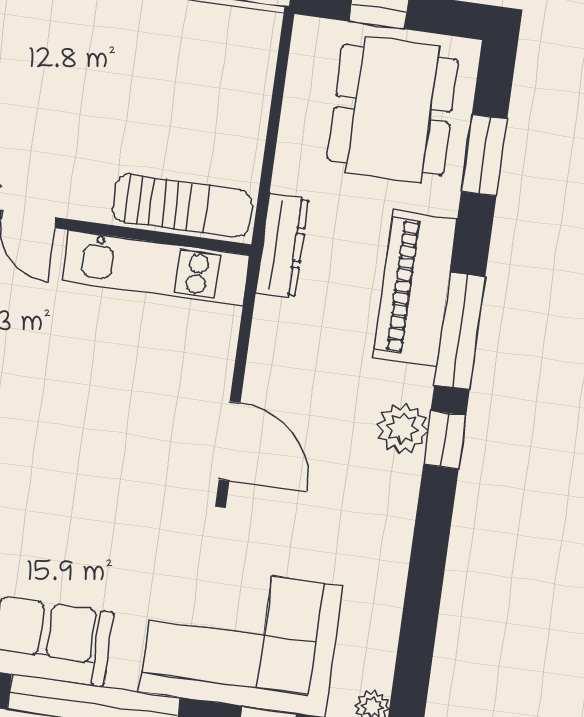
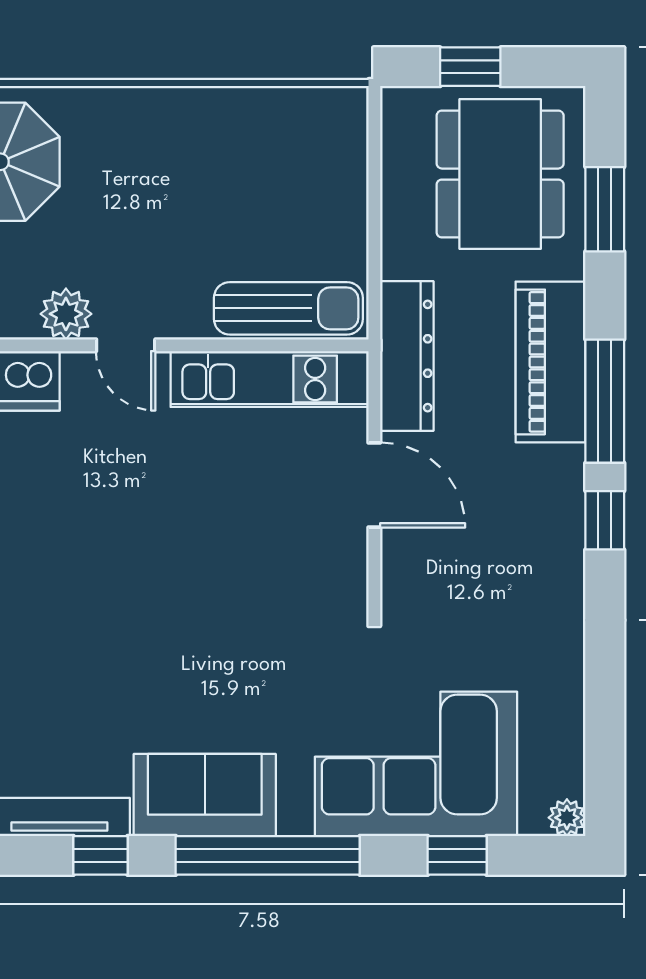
dresser: (282, 245) -> (407, 356), width x1.37, depth x1.24
plant: (402, 428) -> (558, 514), removed
door: (230, 441) -> (374, 485), moved

